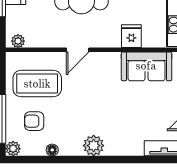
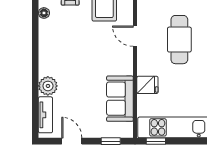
plant: (94, 146) -> (48, 86), moved

